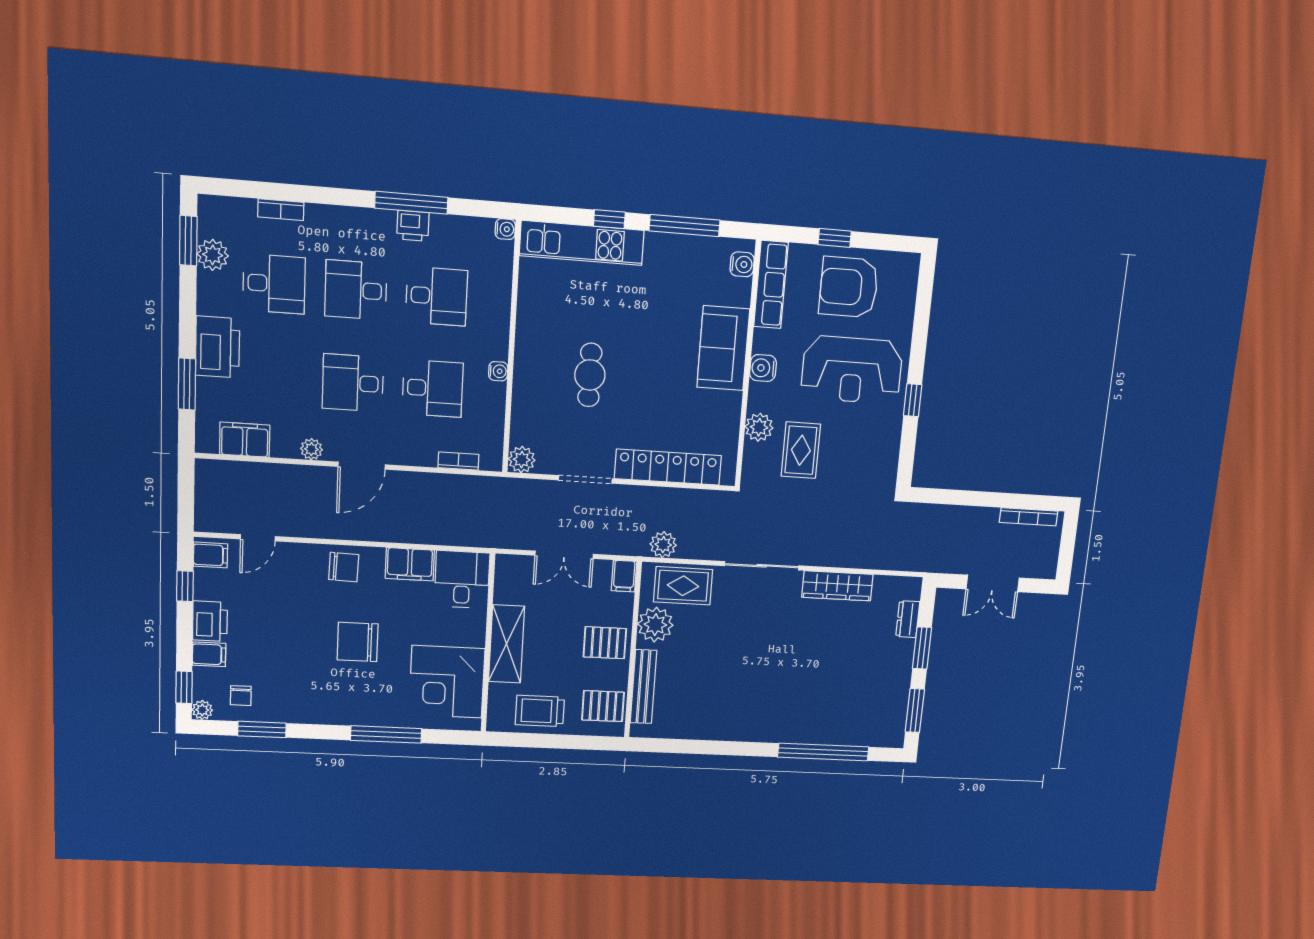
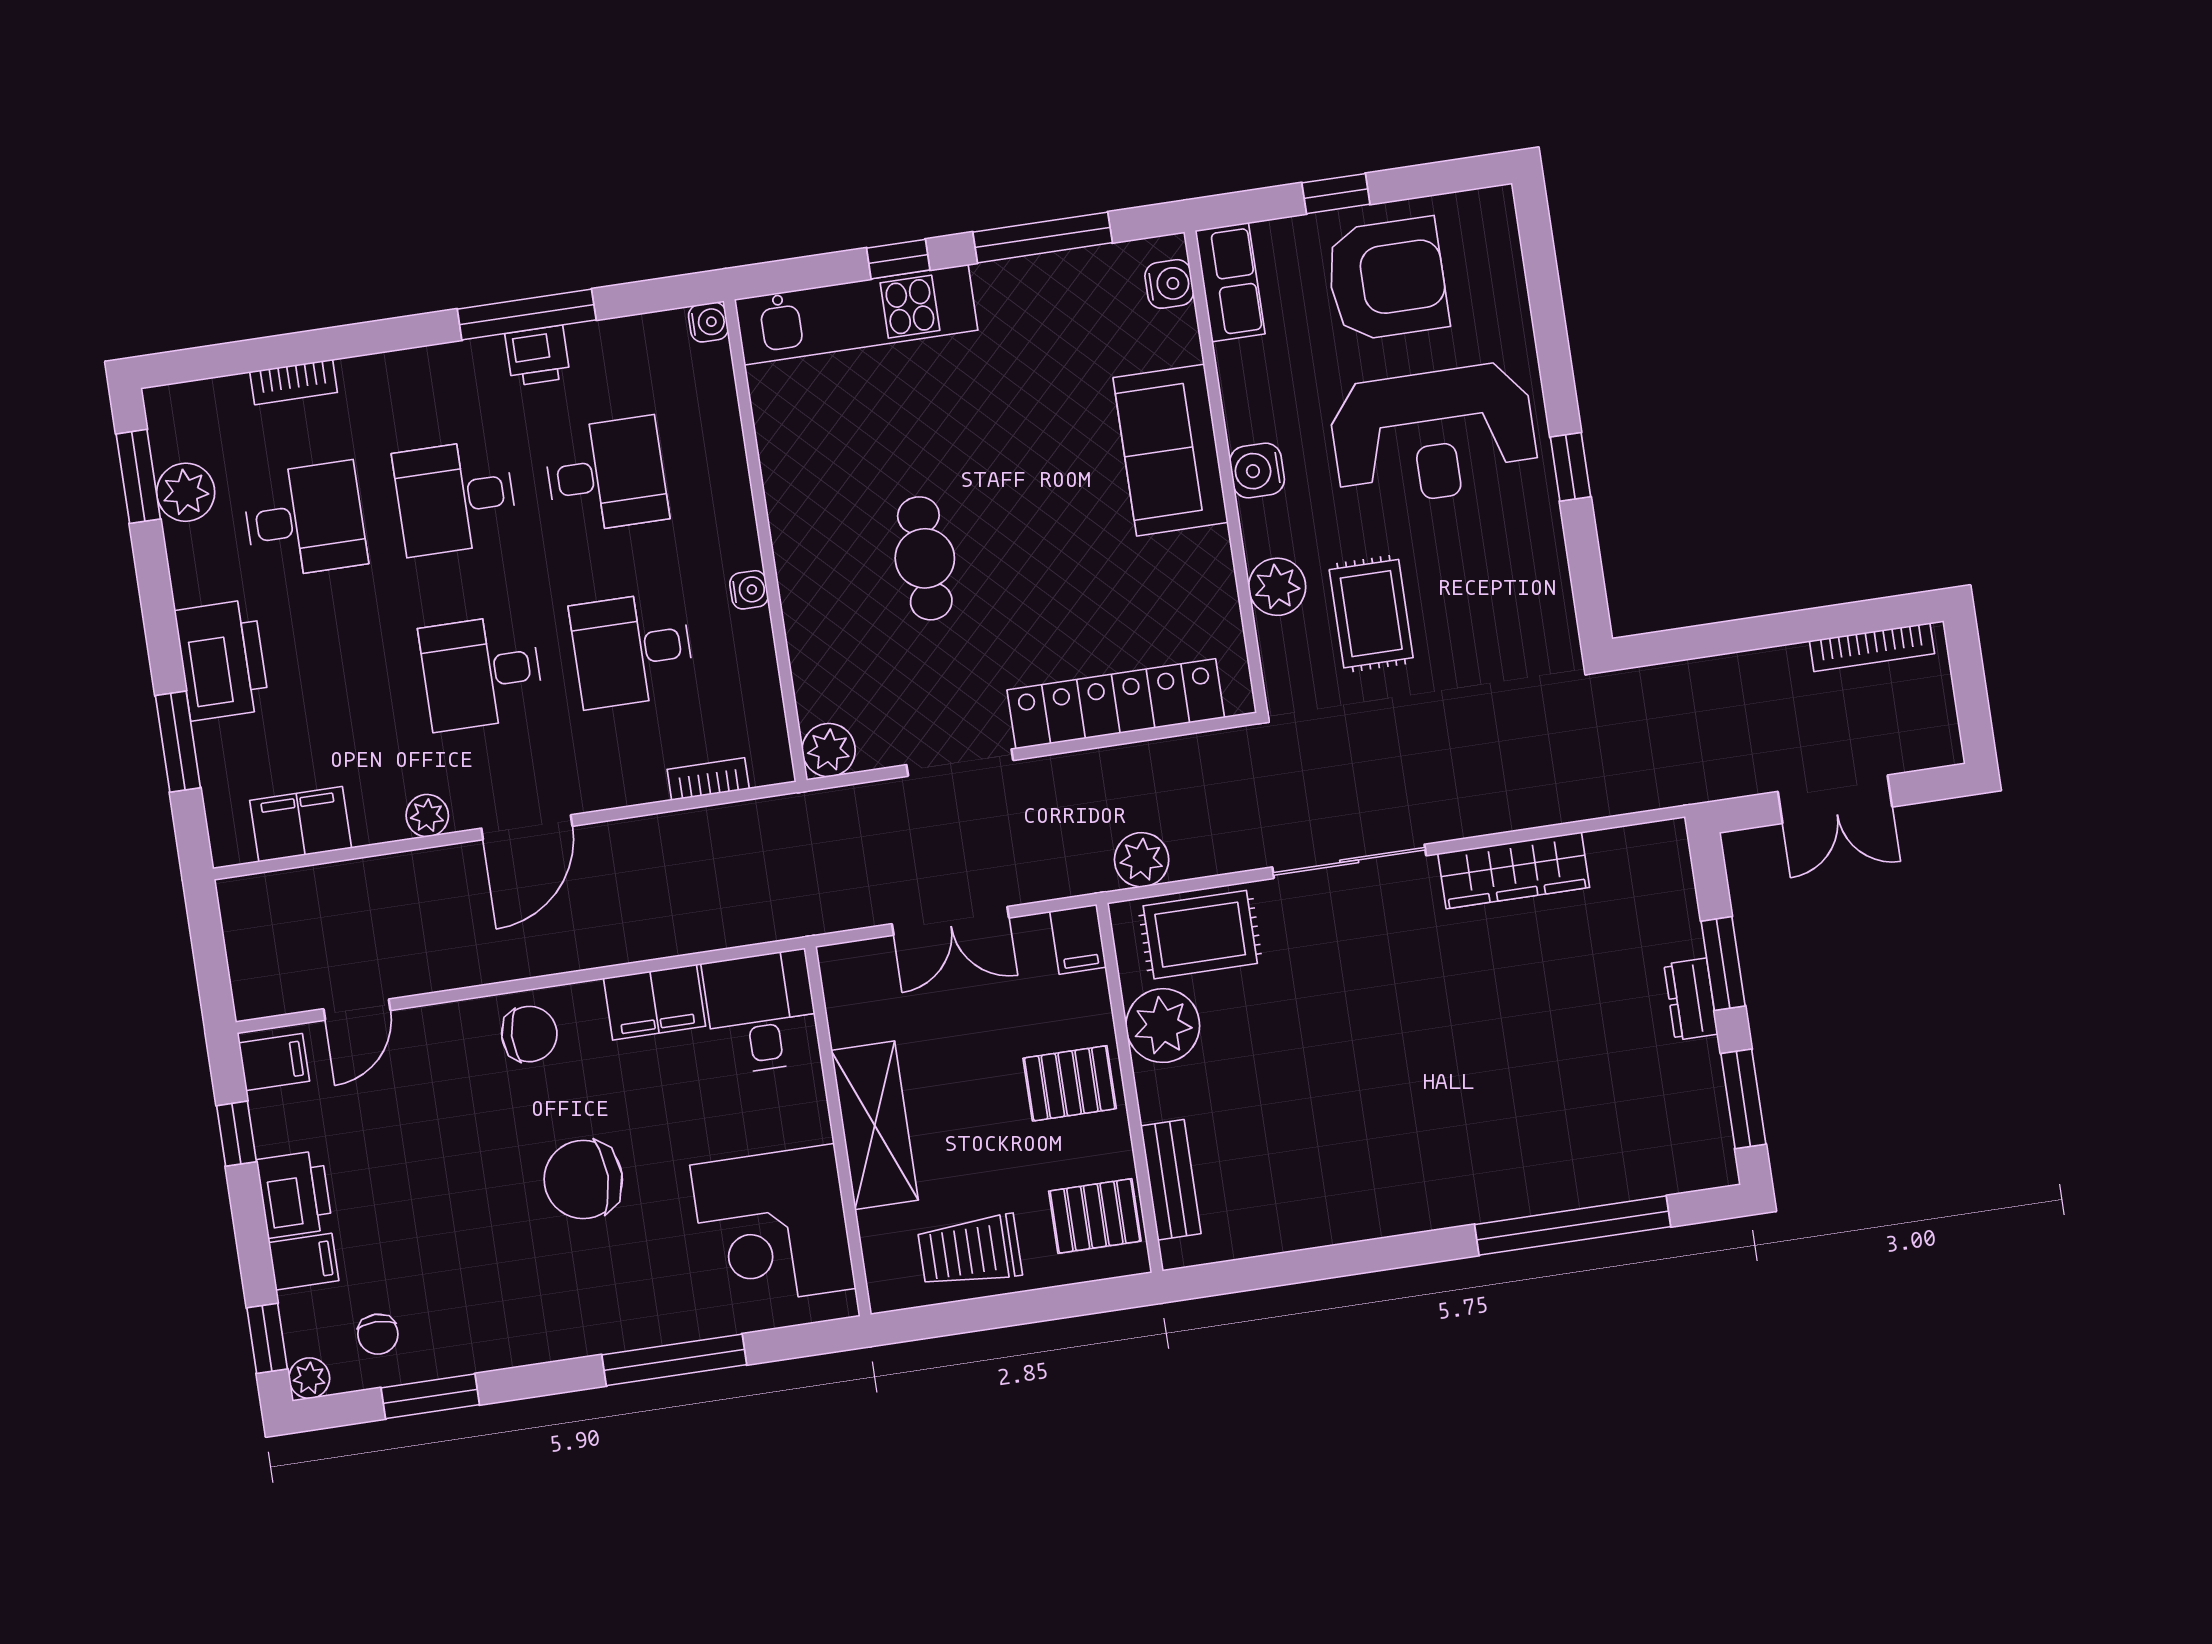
row of seats: (771, 285) -> (1230, 282), width x0.68
armchair: (849, 287) -> (1387, 279), turned 180
desk: (433, 388) -> (632, 650), turned 180
dresser: (908, 619) -> (1691, 999), moved
bench: (643, 687) -> (1171, 1180), width x0.73

